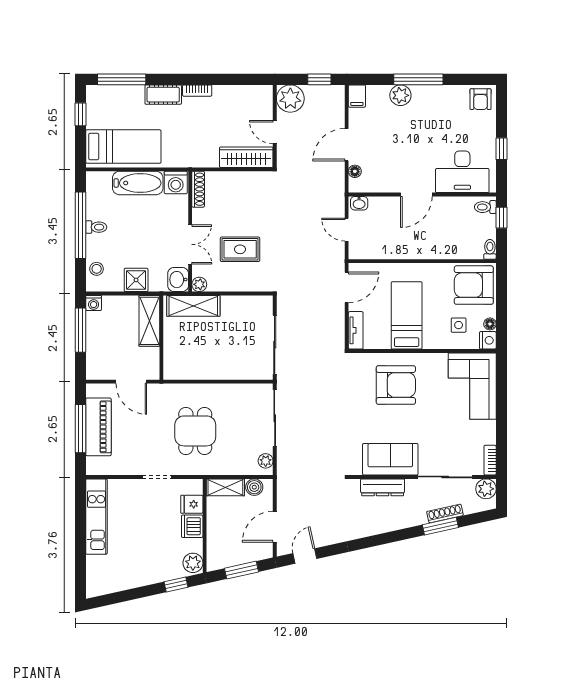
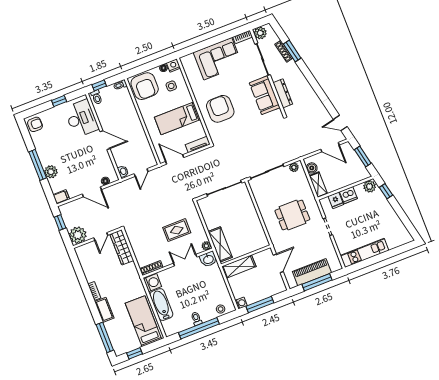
rug: (240, 249) -> (177, 230), turned 90
shower: (136, 280) -> (218, 284), removed
corner sofa: (472, 386) -> (218, 59), moved

